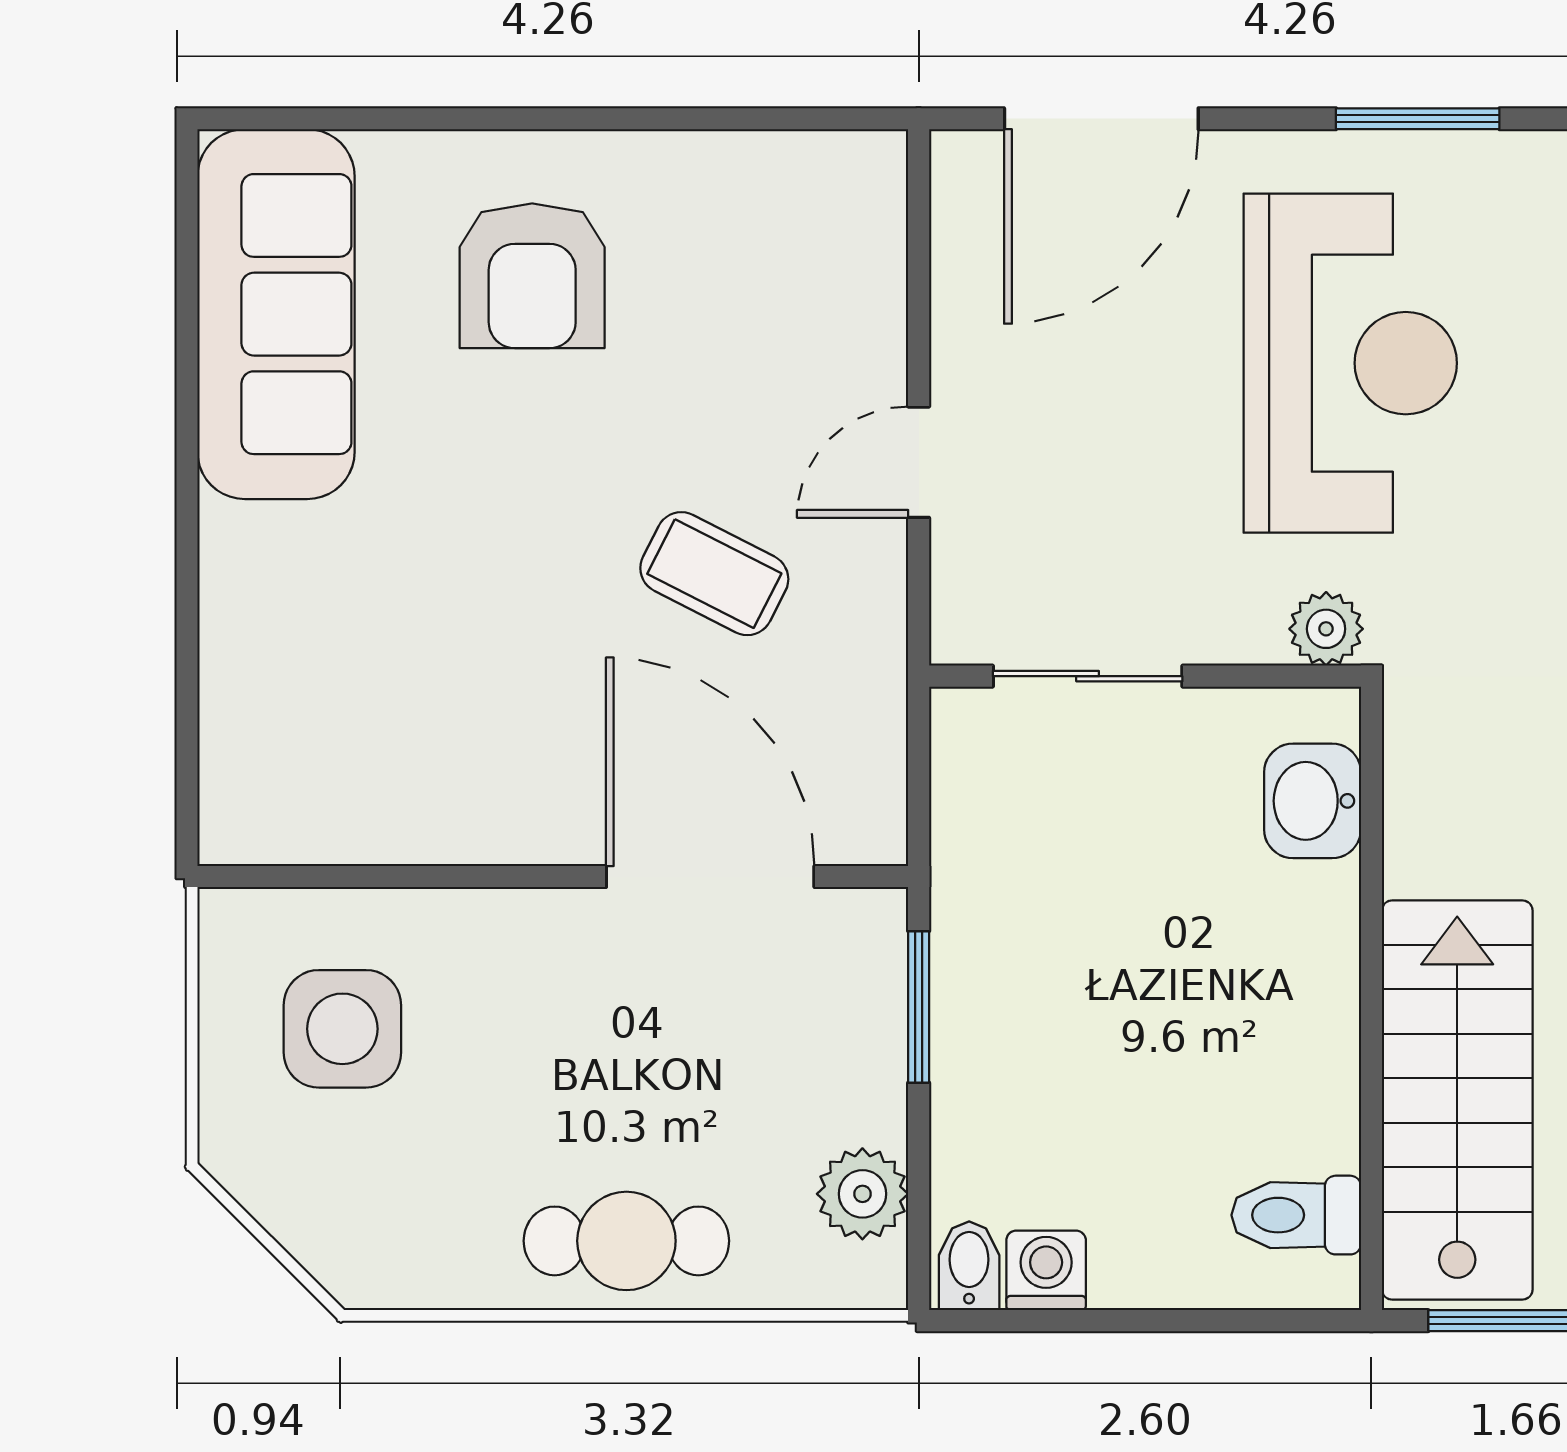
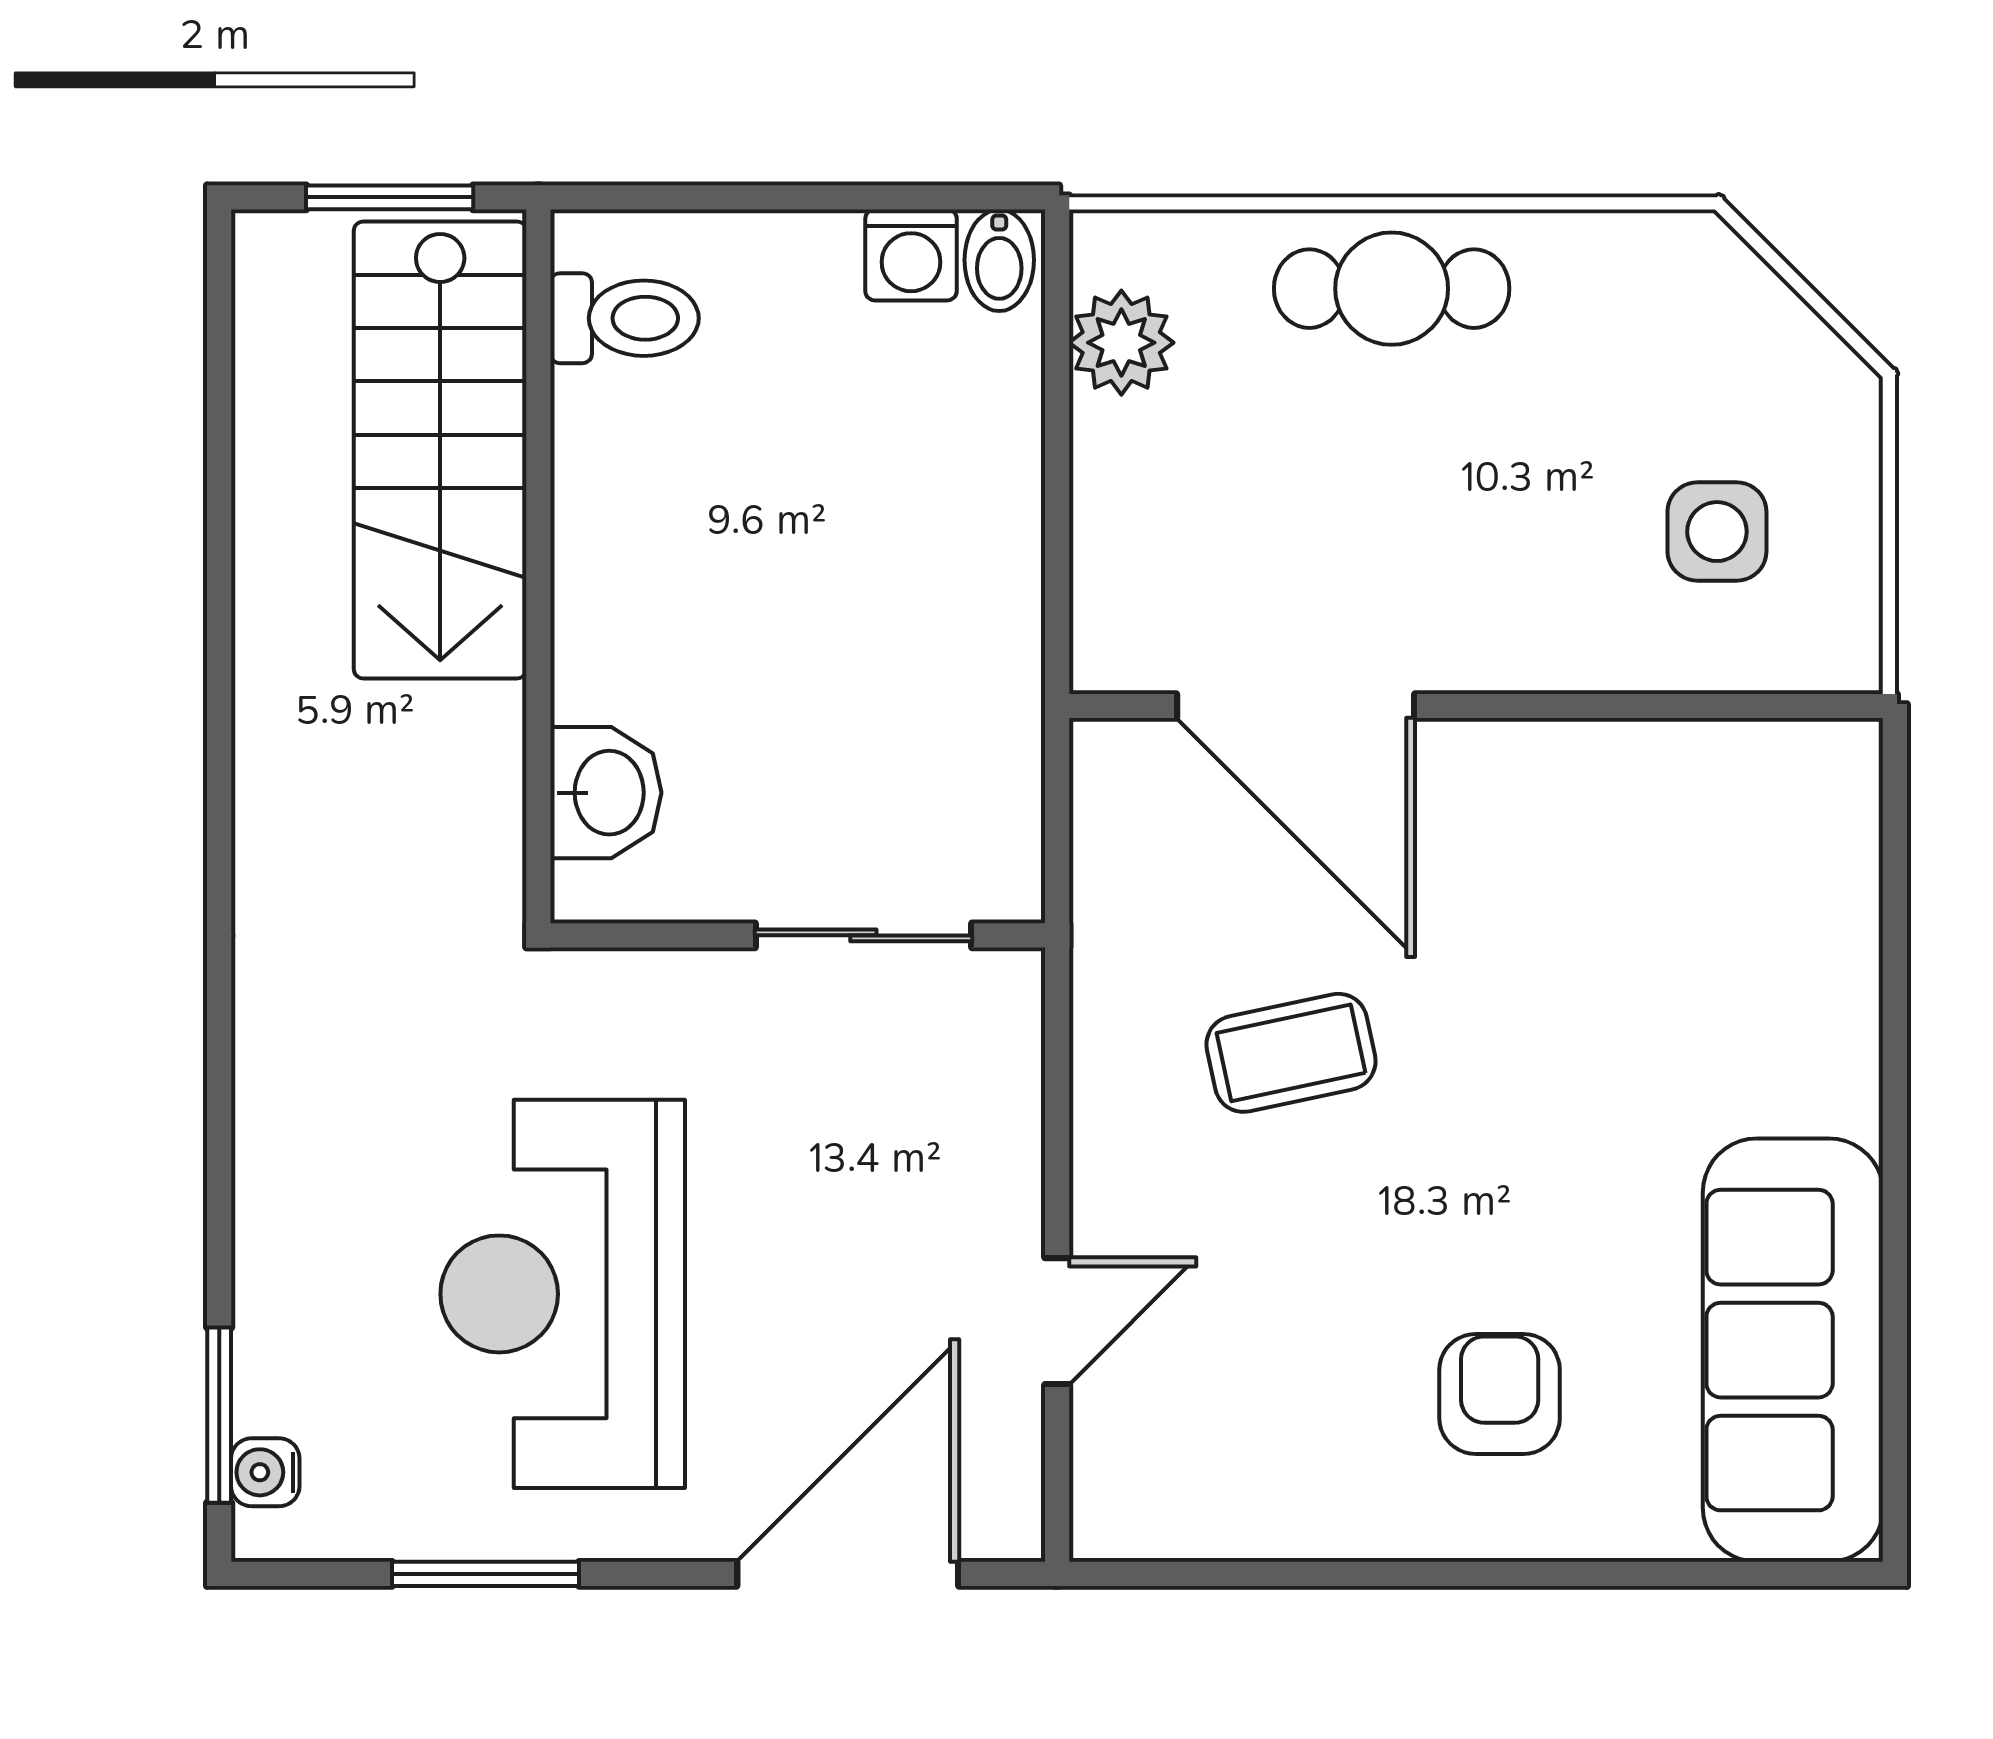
armchair: (532, 276) -> (1500, 1394), width x0.72, depth x0.72
door: (919, 462) -> (1057, 1321), moved
coffee table: (714, 574) -> (1291, 1053), turned -39
plant: (1326, 629) -> (590, 990), removed
window: (919, 1007) -> (1057, 557), removed
side table: (342, 1029) -> (1717, 532), width x0.73, depth x0.73

